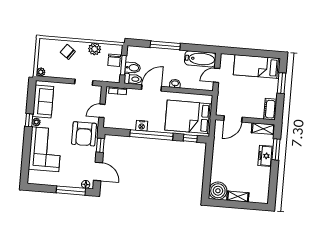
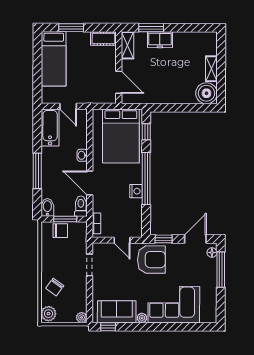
plant: (95, 49) -> (48, 314), moved
bidet: (133, 68) -> (47, 207), moved
window: (29, 120) -> (108, 327), moved

